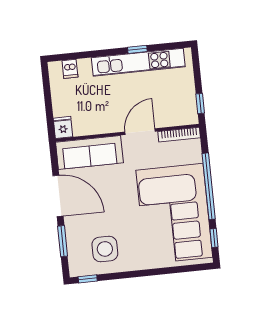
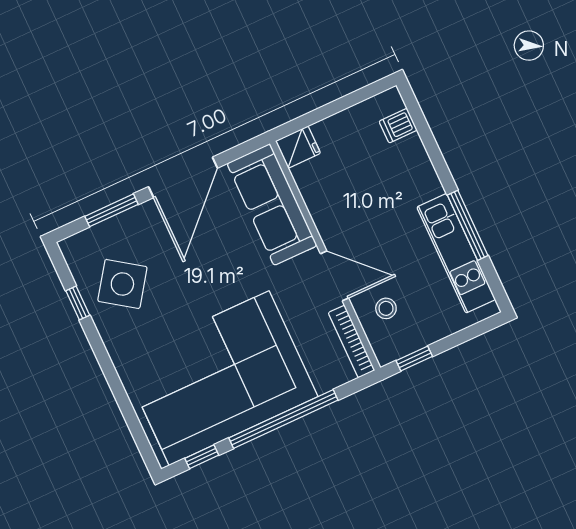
window: (137, 49) -> (468, 225), width x2.17
kitchen unit: (138, 62) -> (456, 253), width x0.73
stool: (167, 110) -> (386, 308), added
side table: (105, 249) -> (122, 284), turned 35
window: (88, 279) -> (78, 303), moved

